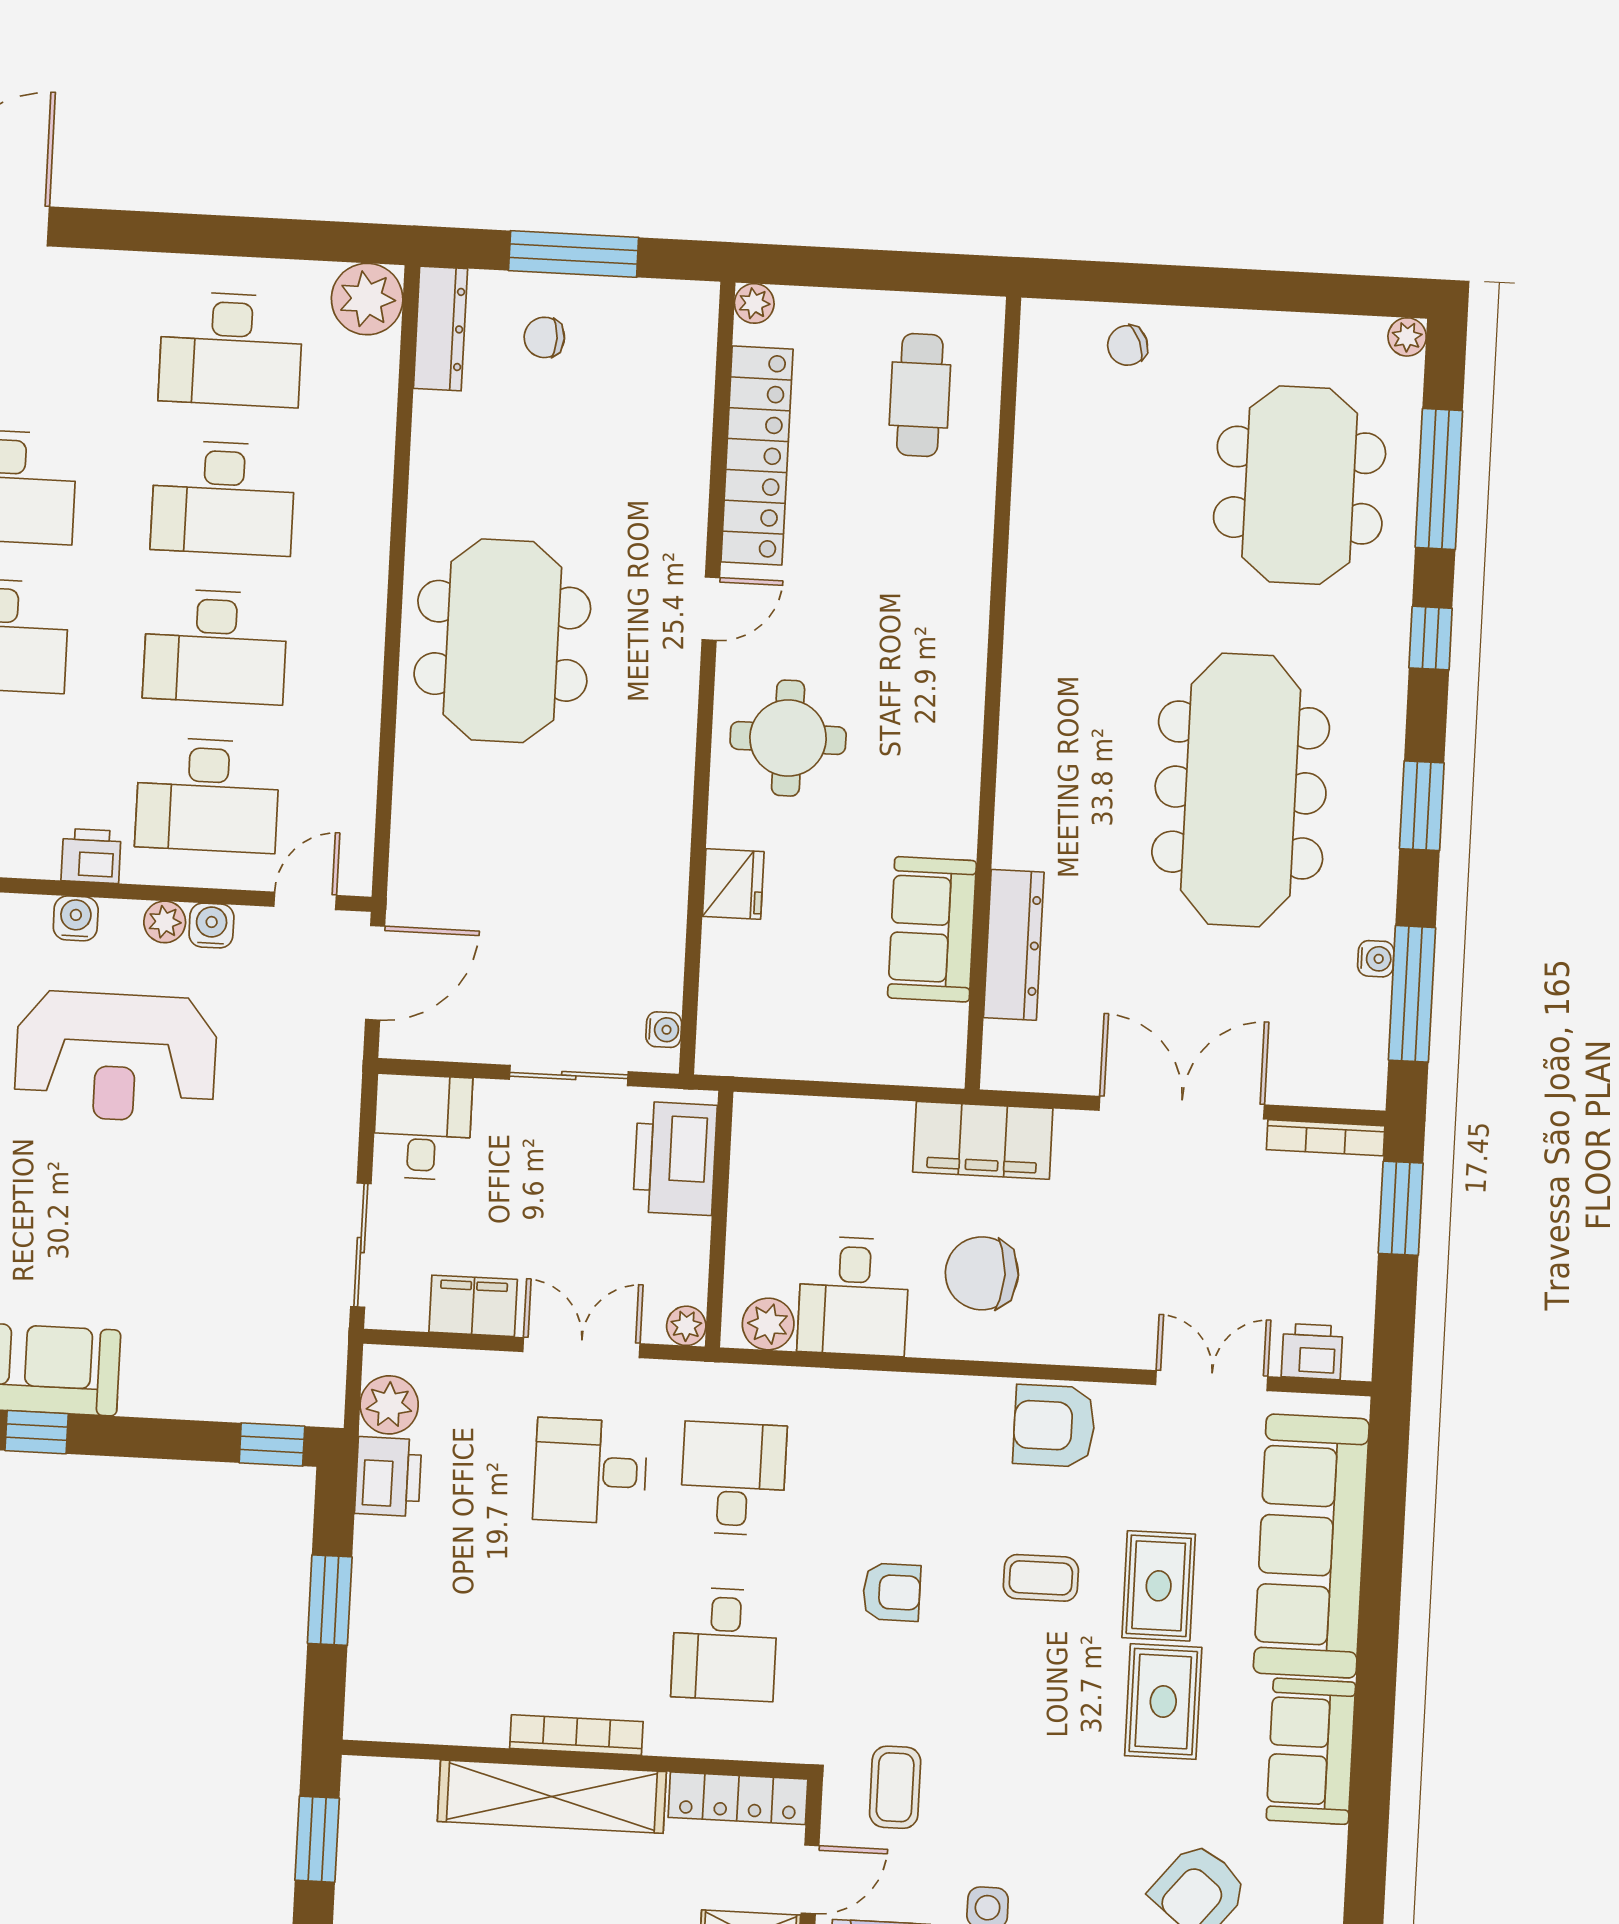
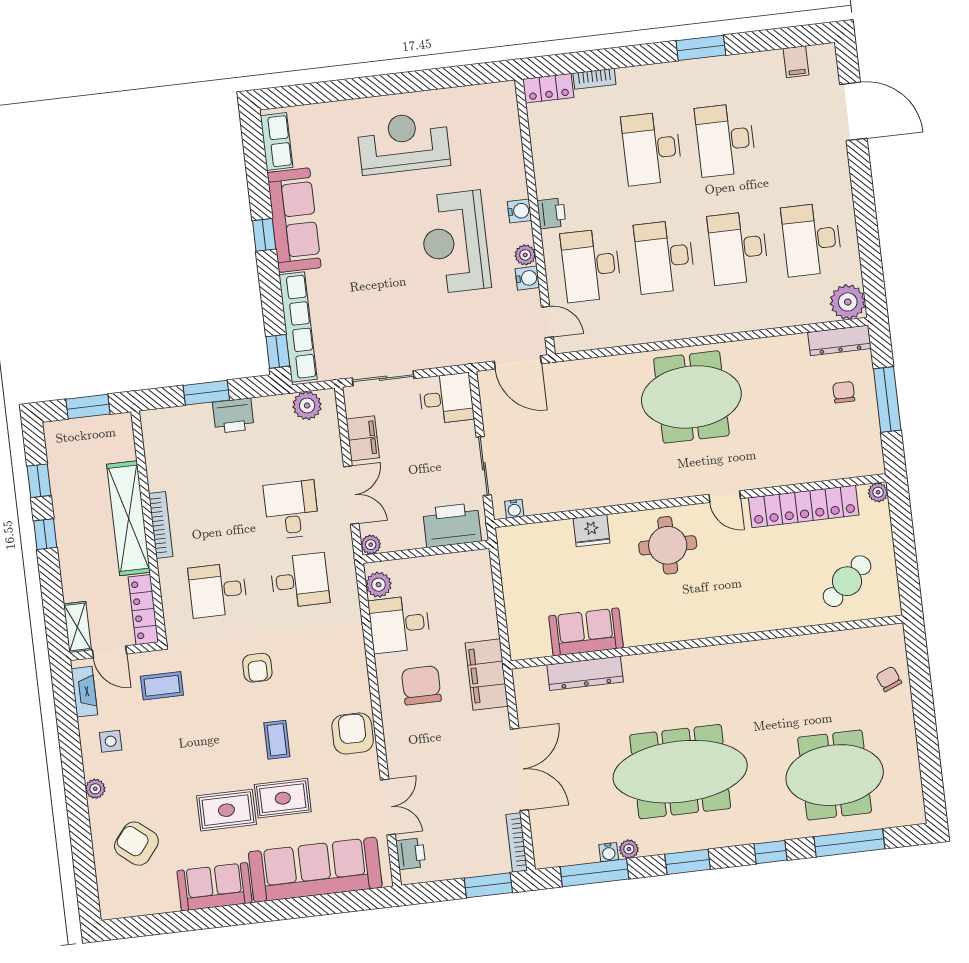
plant: (1407, 337) -> (629, 849), moved
cafe table: (920, 395) -> (847, 581), turned -42
row of seats: (231, 1396) -> (298, 327), added
printer: (388, 1477) -> (233, 416), moved

